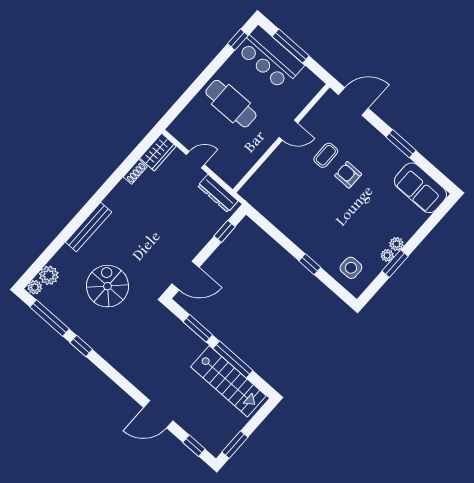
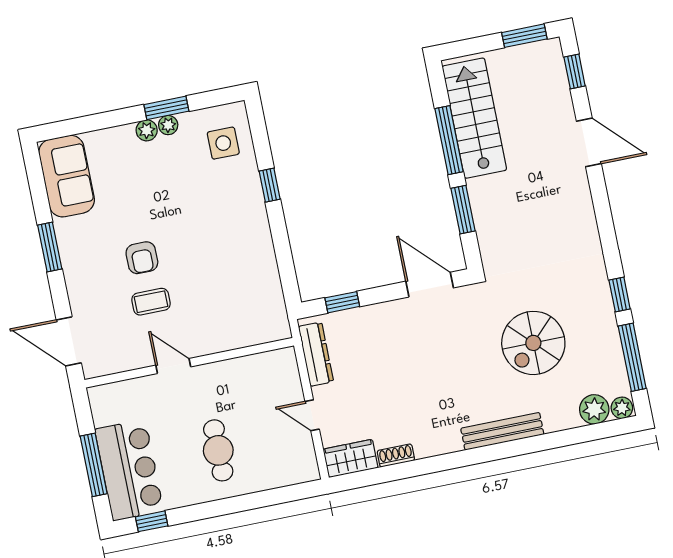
cafe table: (231, 104) -> (218, 450), width x0.73, depth x0.74

